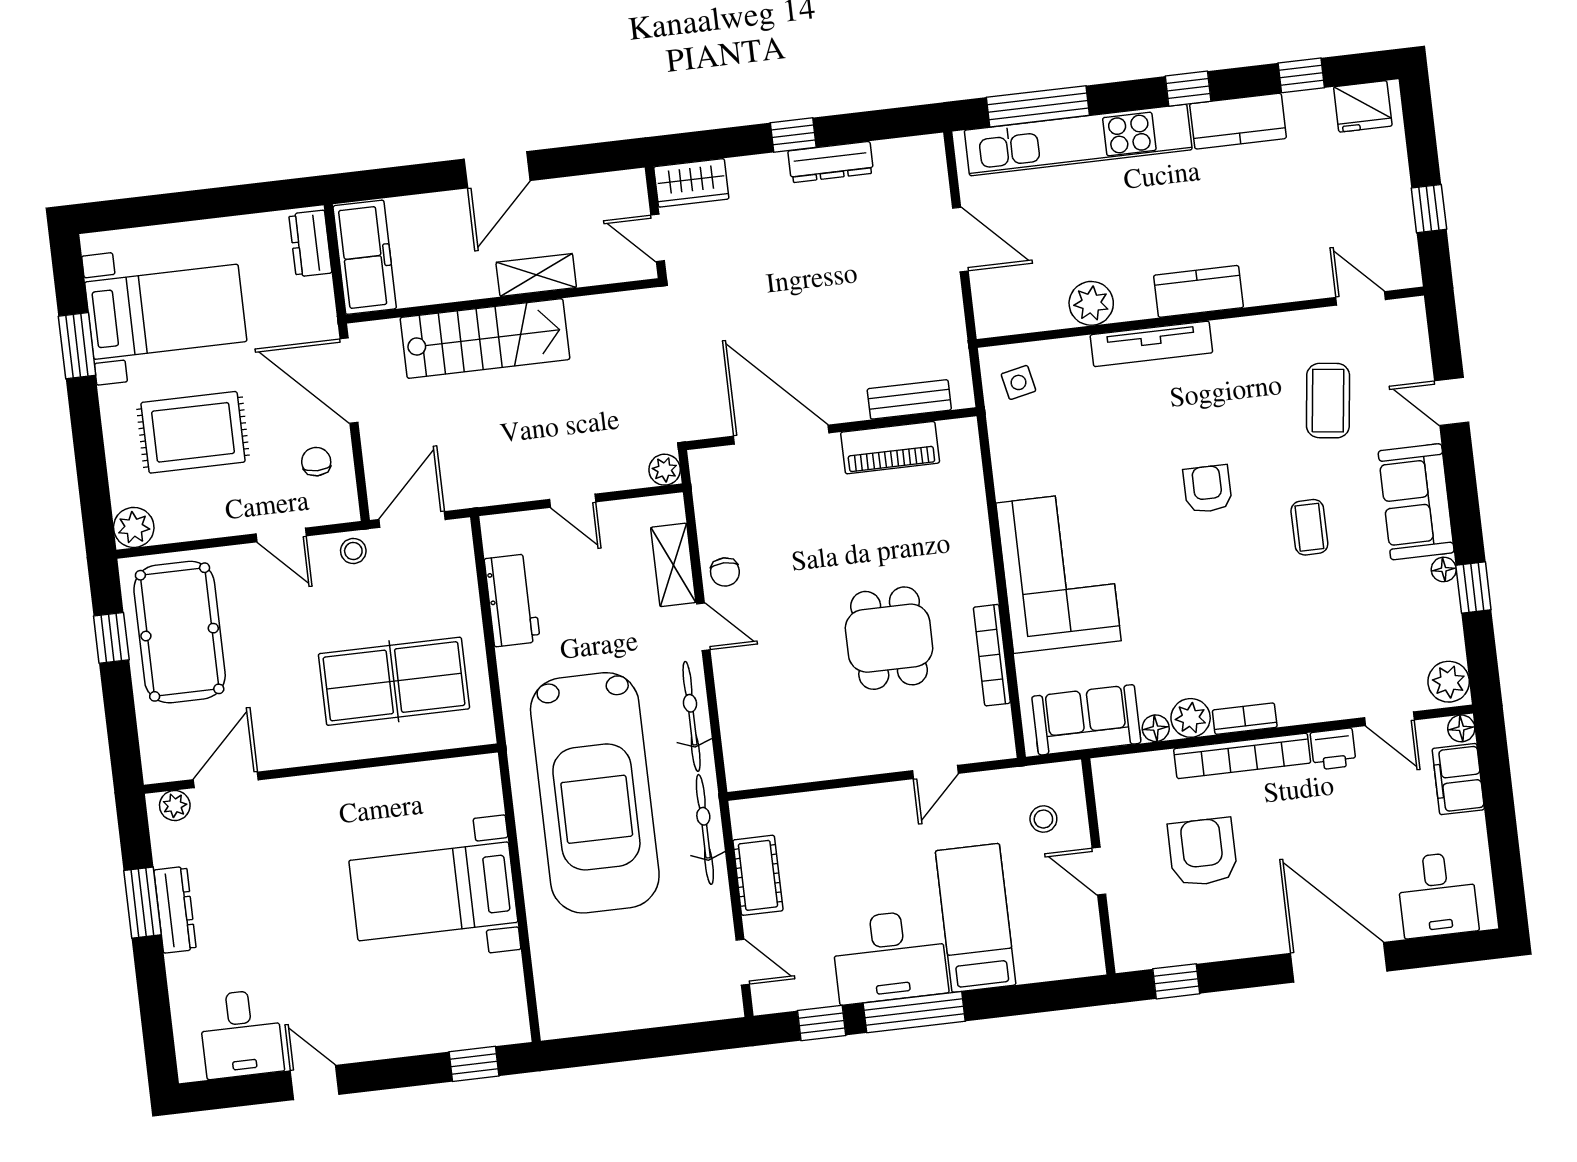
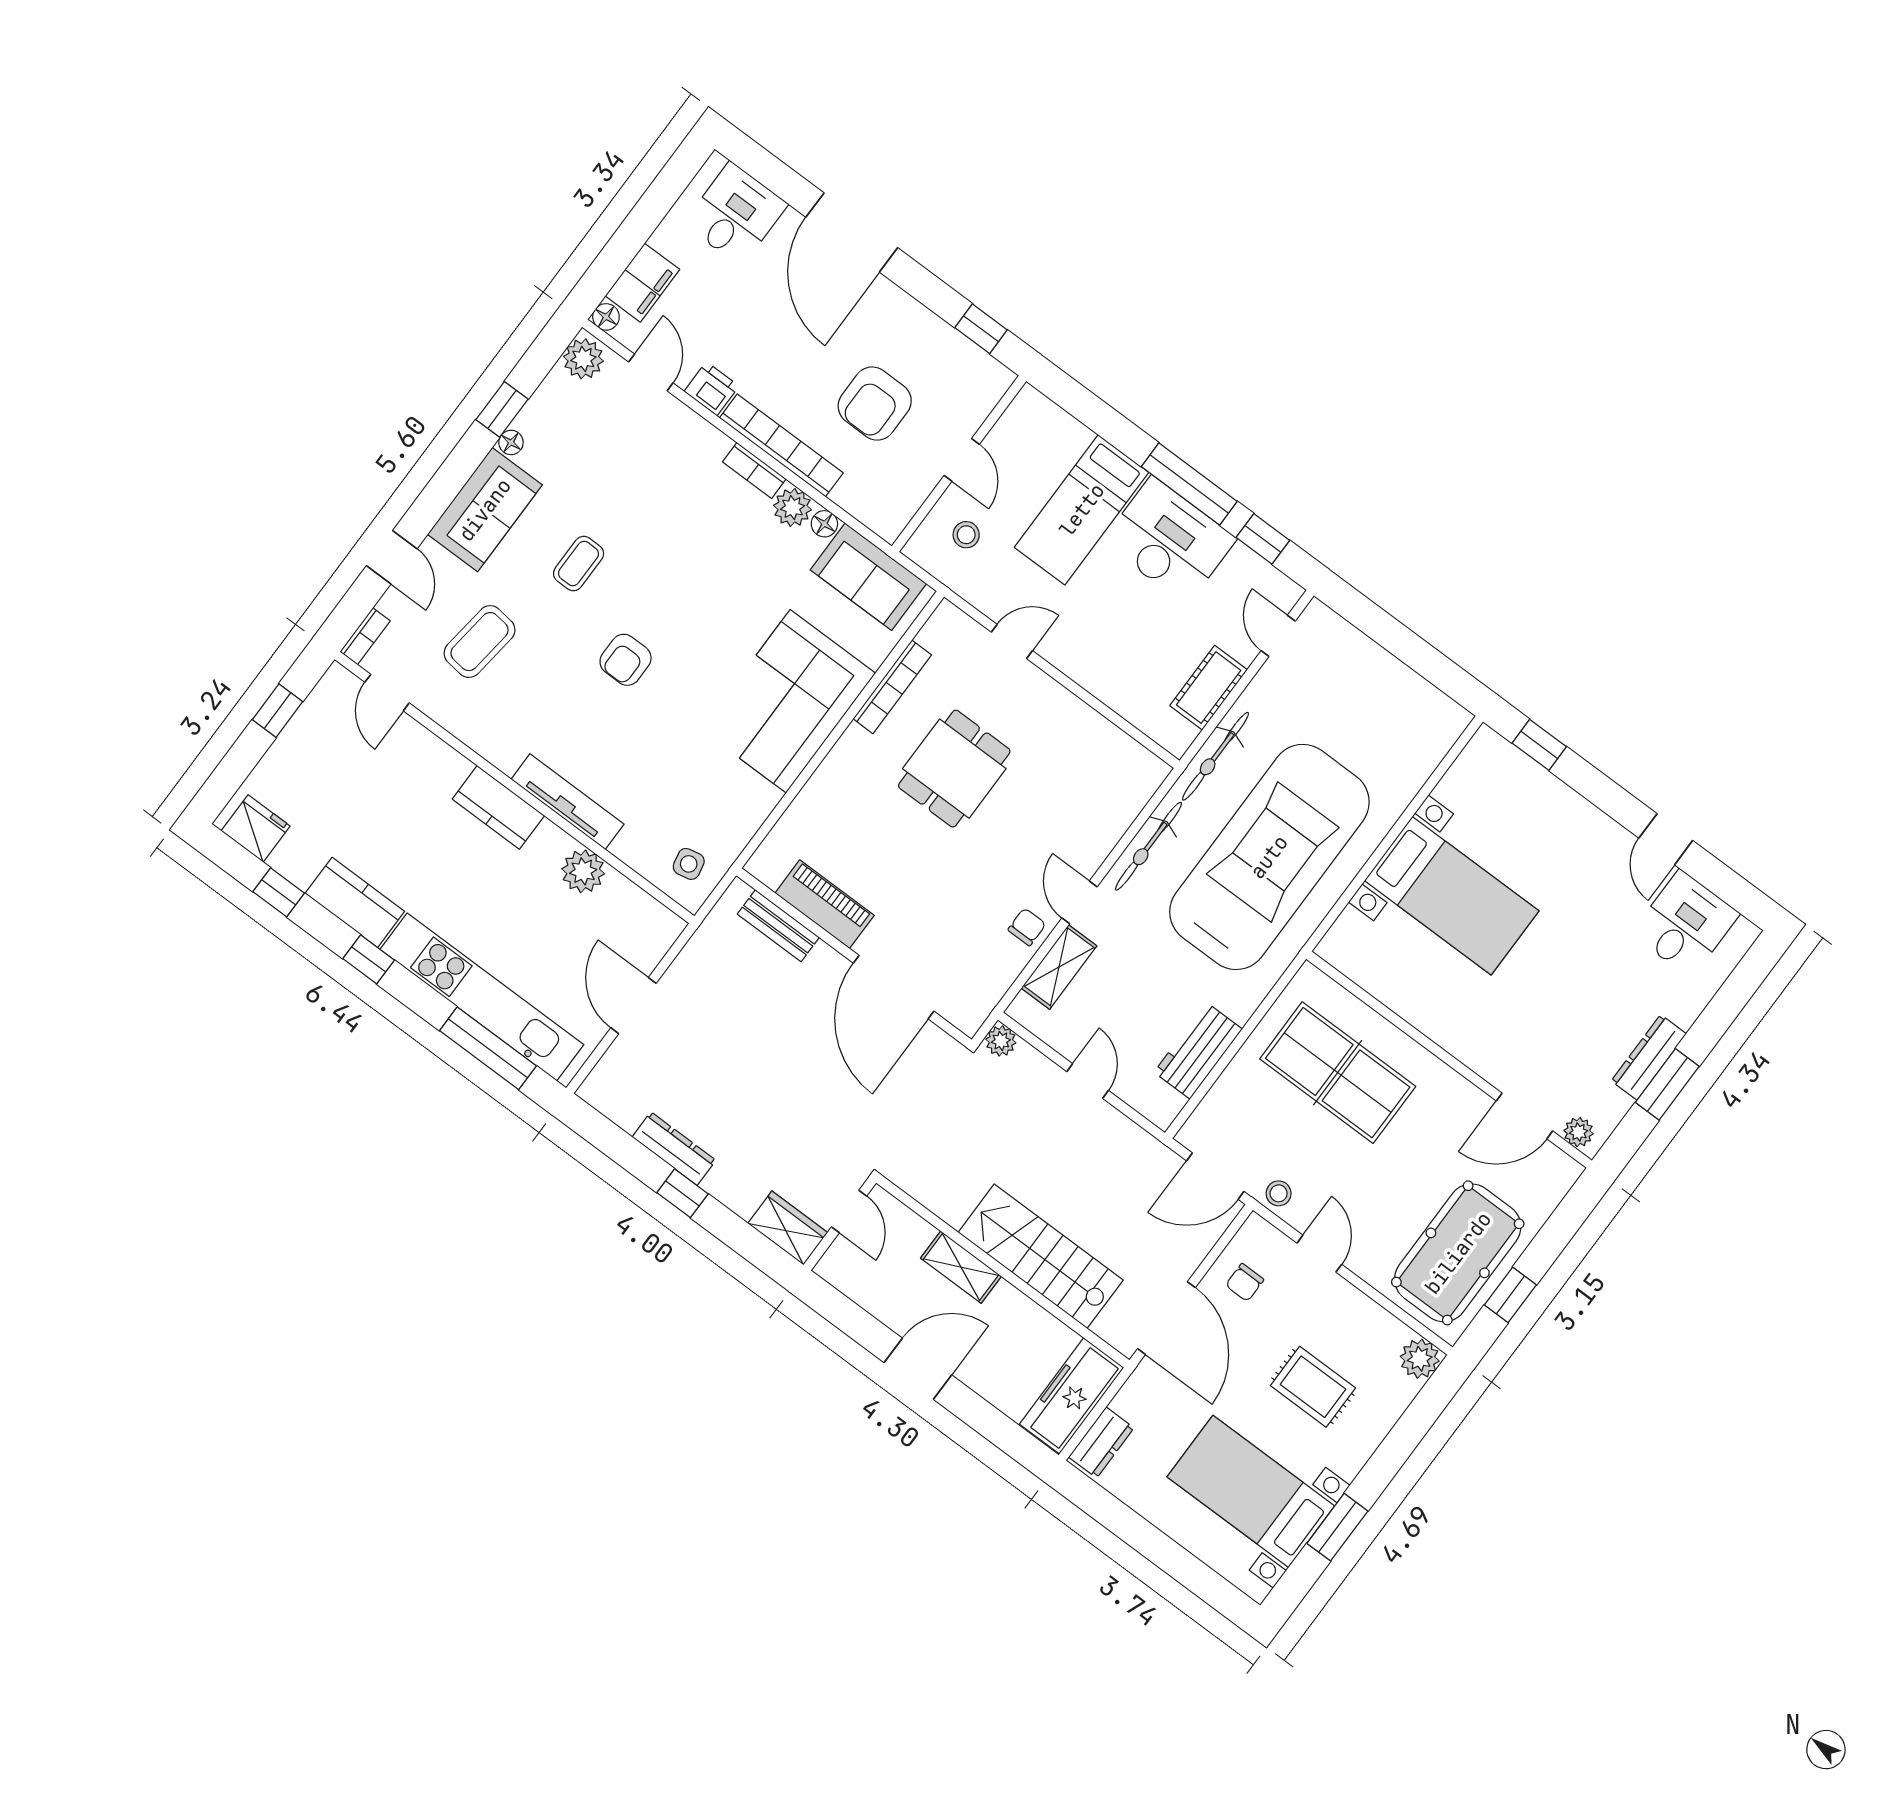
bookcase: (1416, 325) -> (365, 636), added
rug: (193, 432) -> (1313, 1387), width x0.73, depth x0.70

